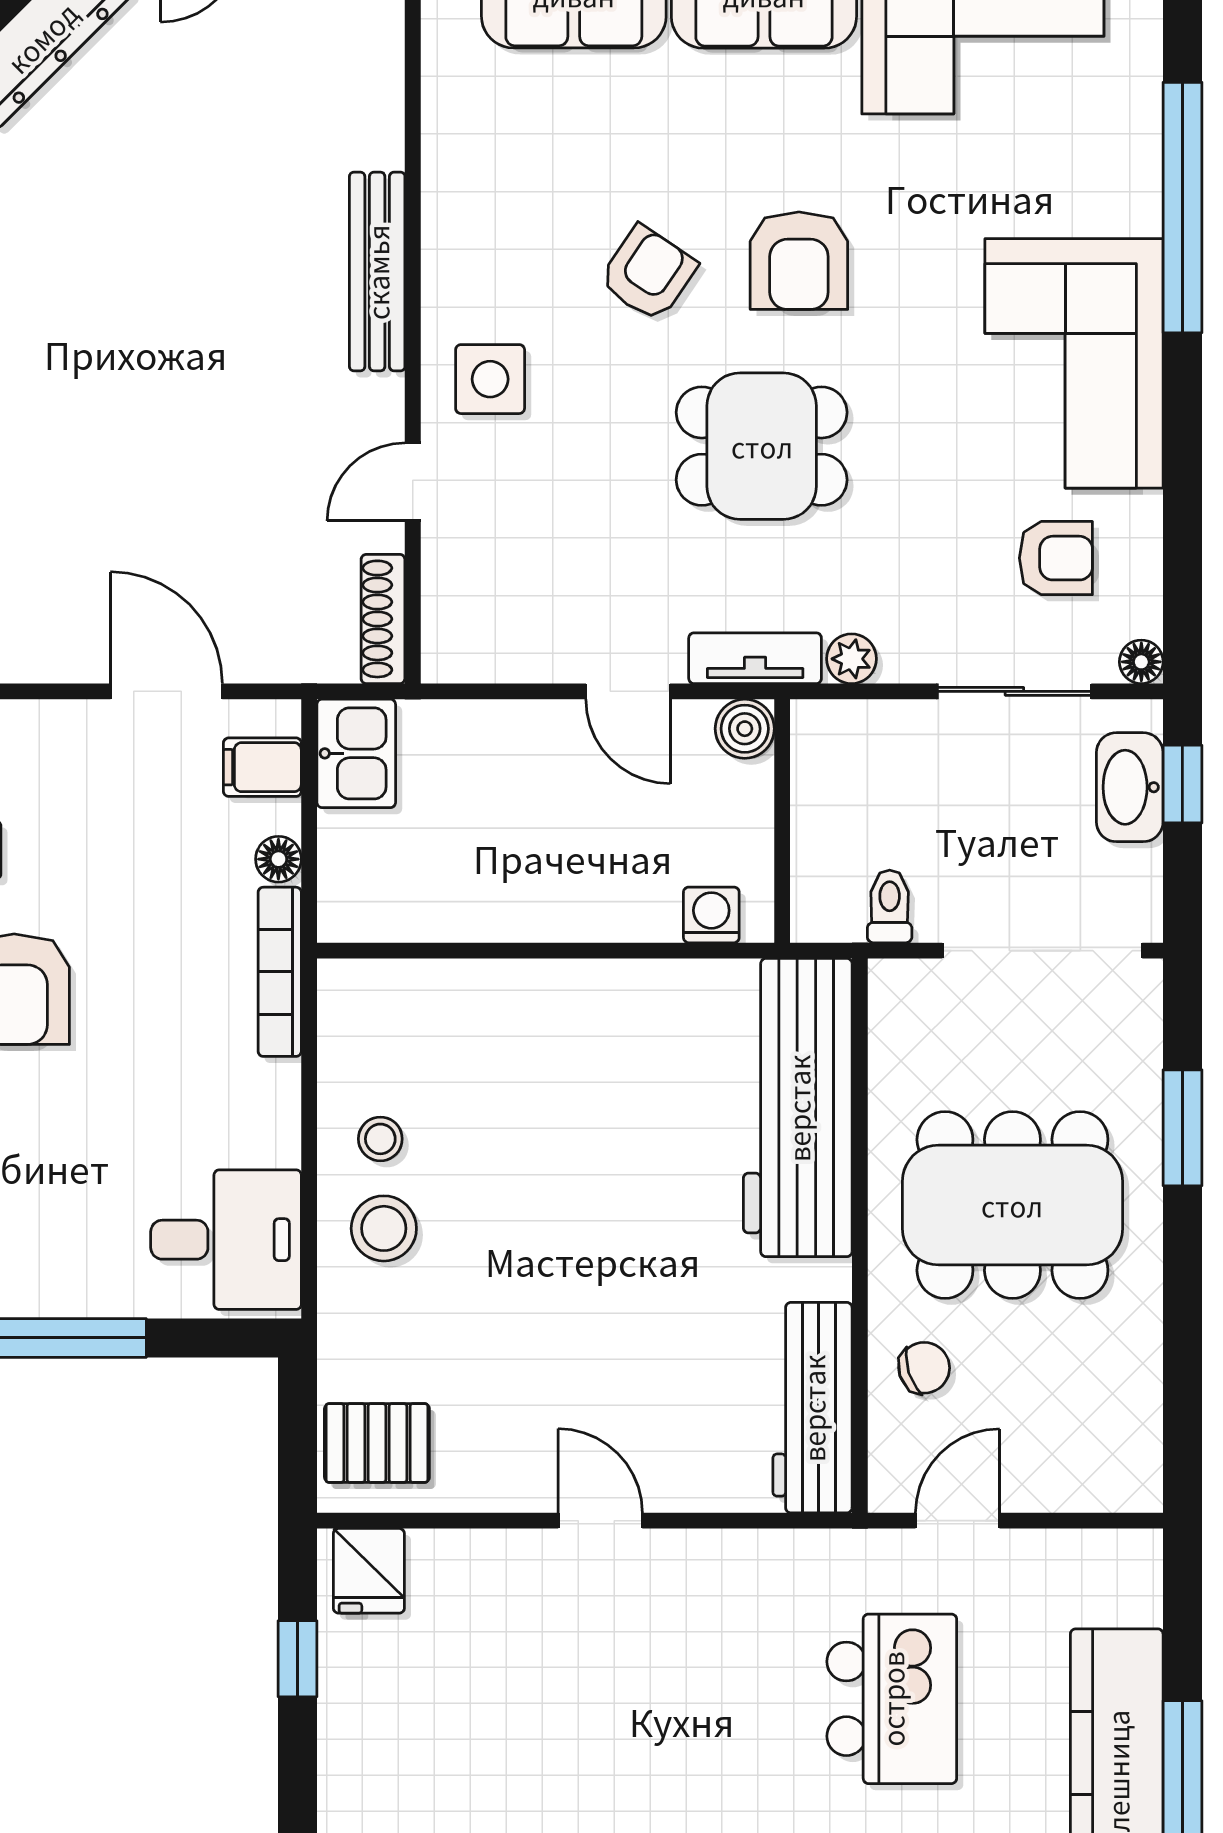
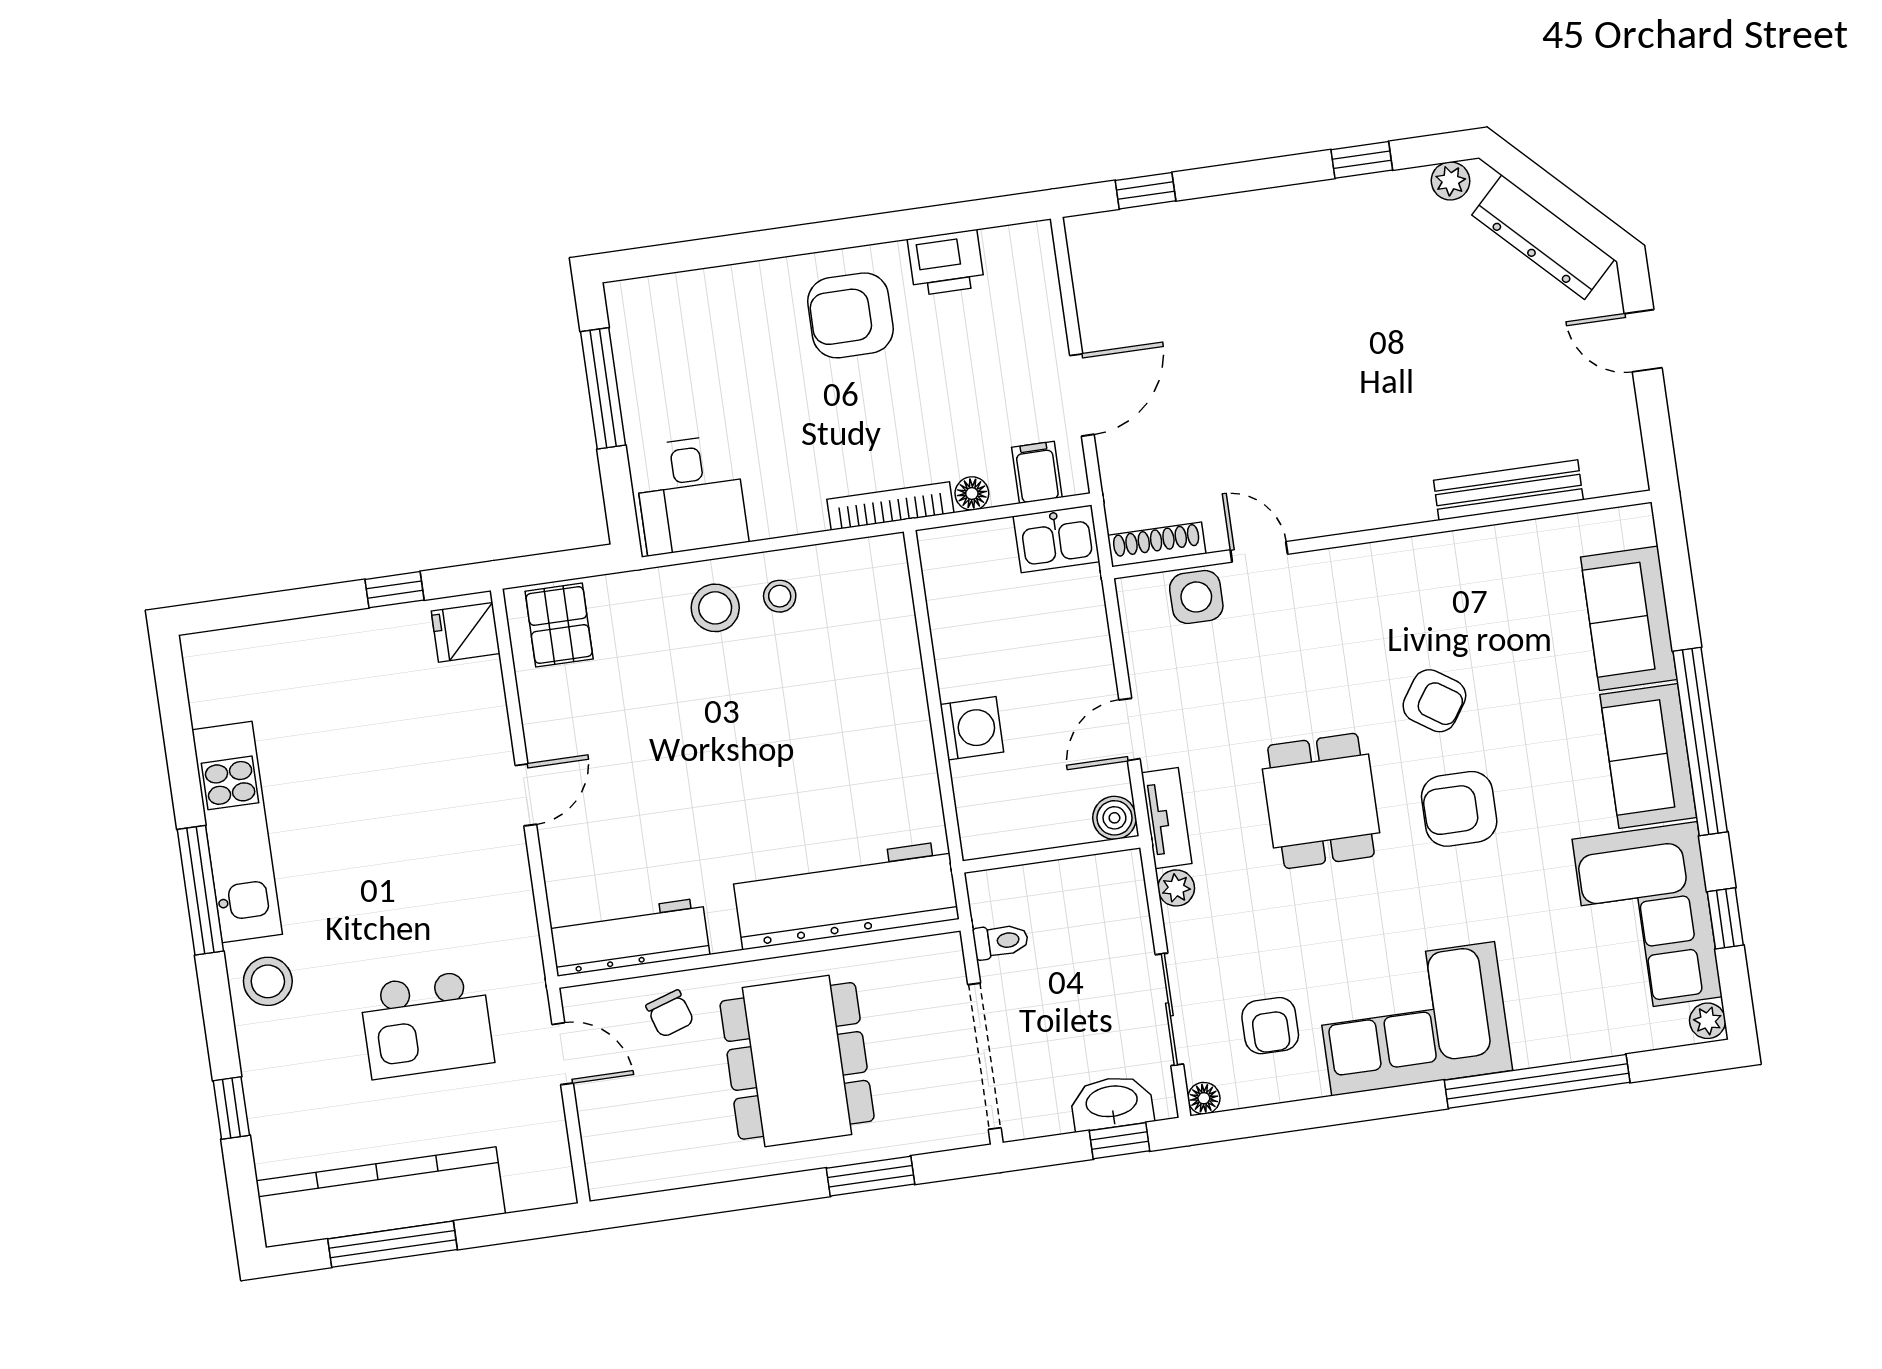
bench: (377, 272) -> (1508, 490), moved
side table: (490, 379) -> (1196, 597), moved
washing machine: (711, 915) -> (972, 728), moved, width x1.38, depth x1.38

